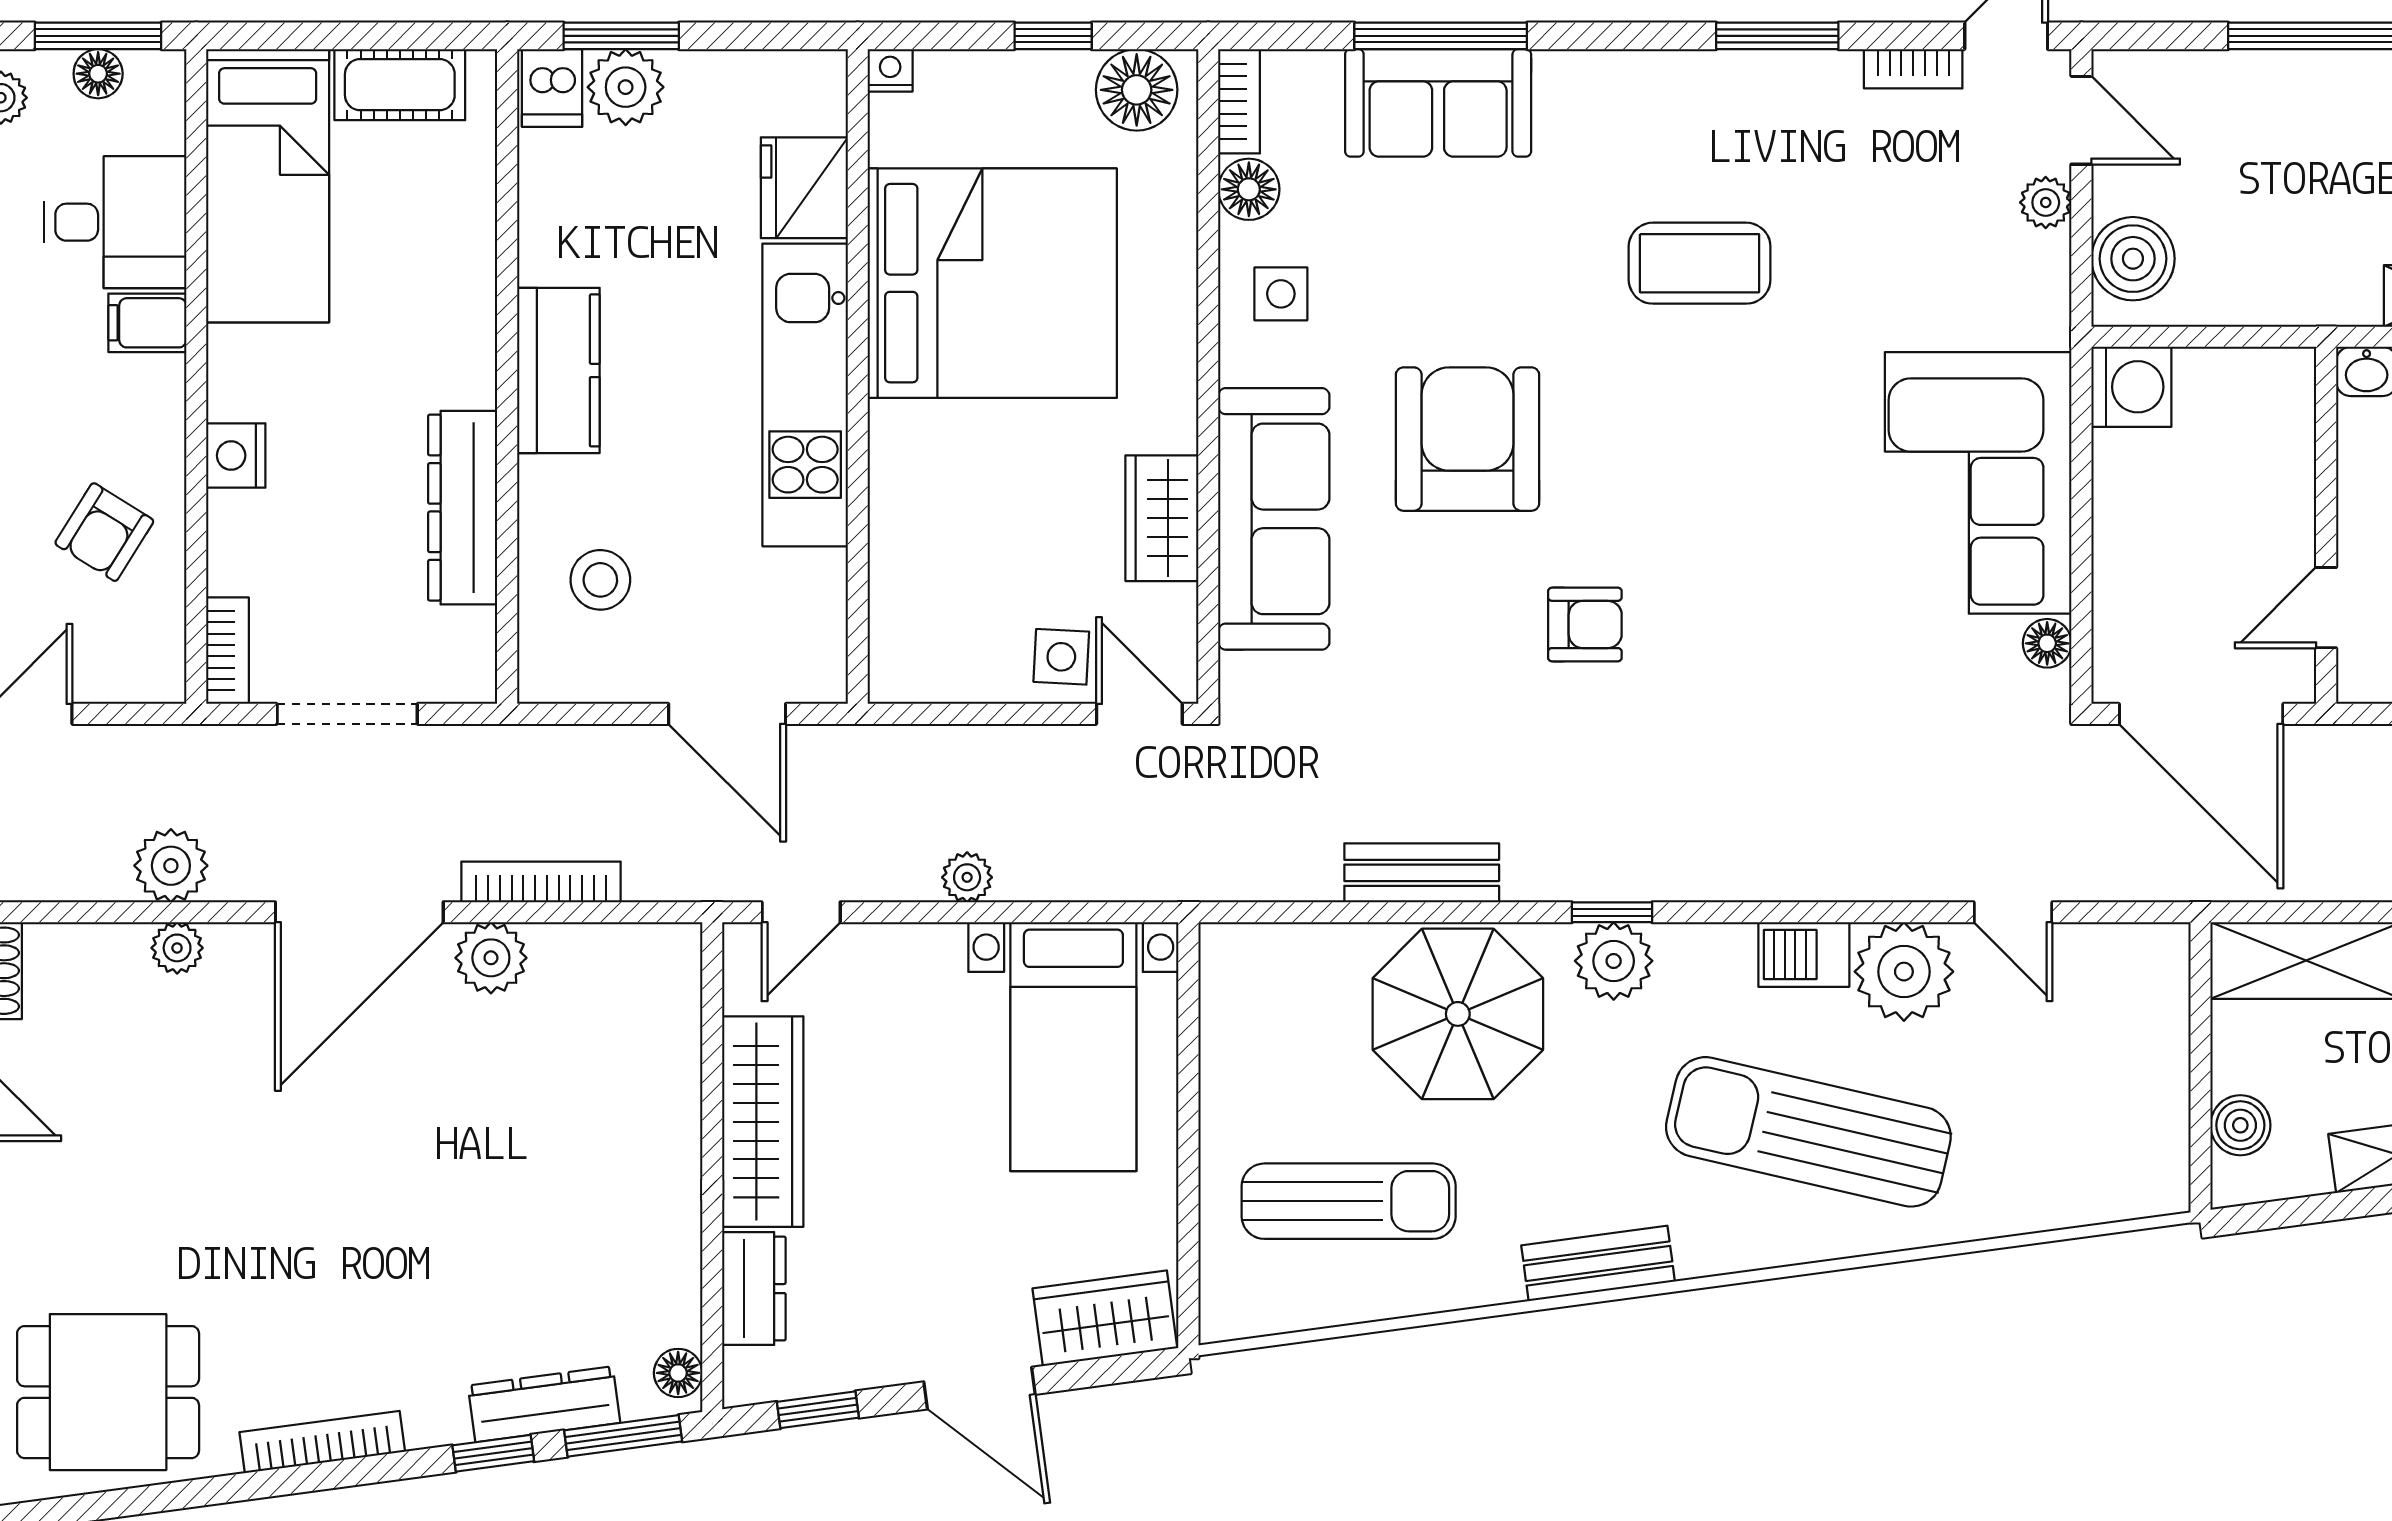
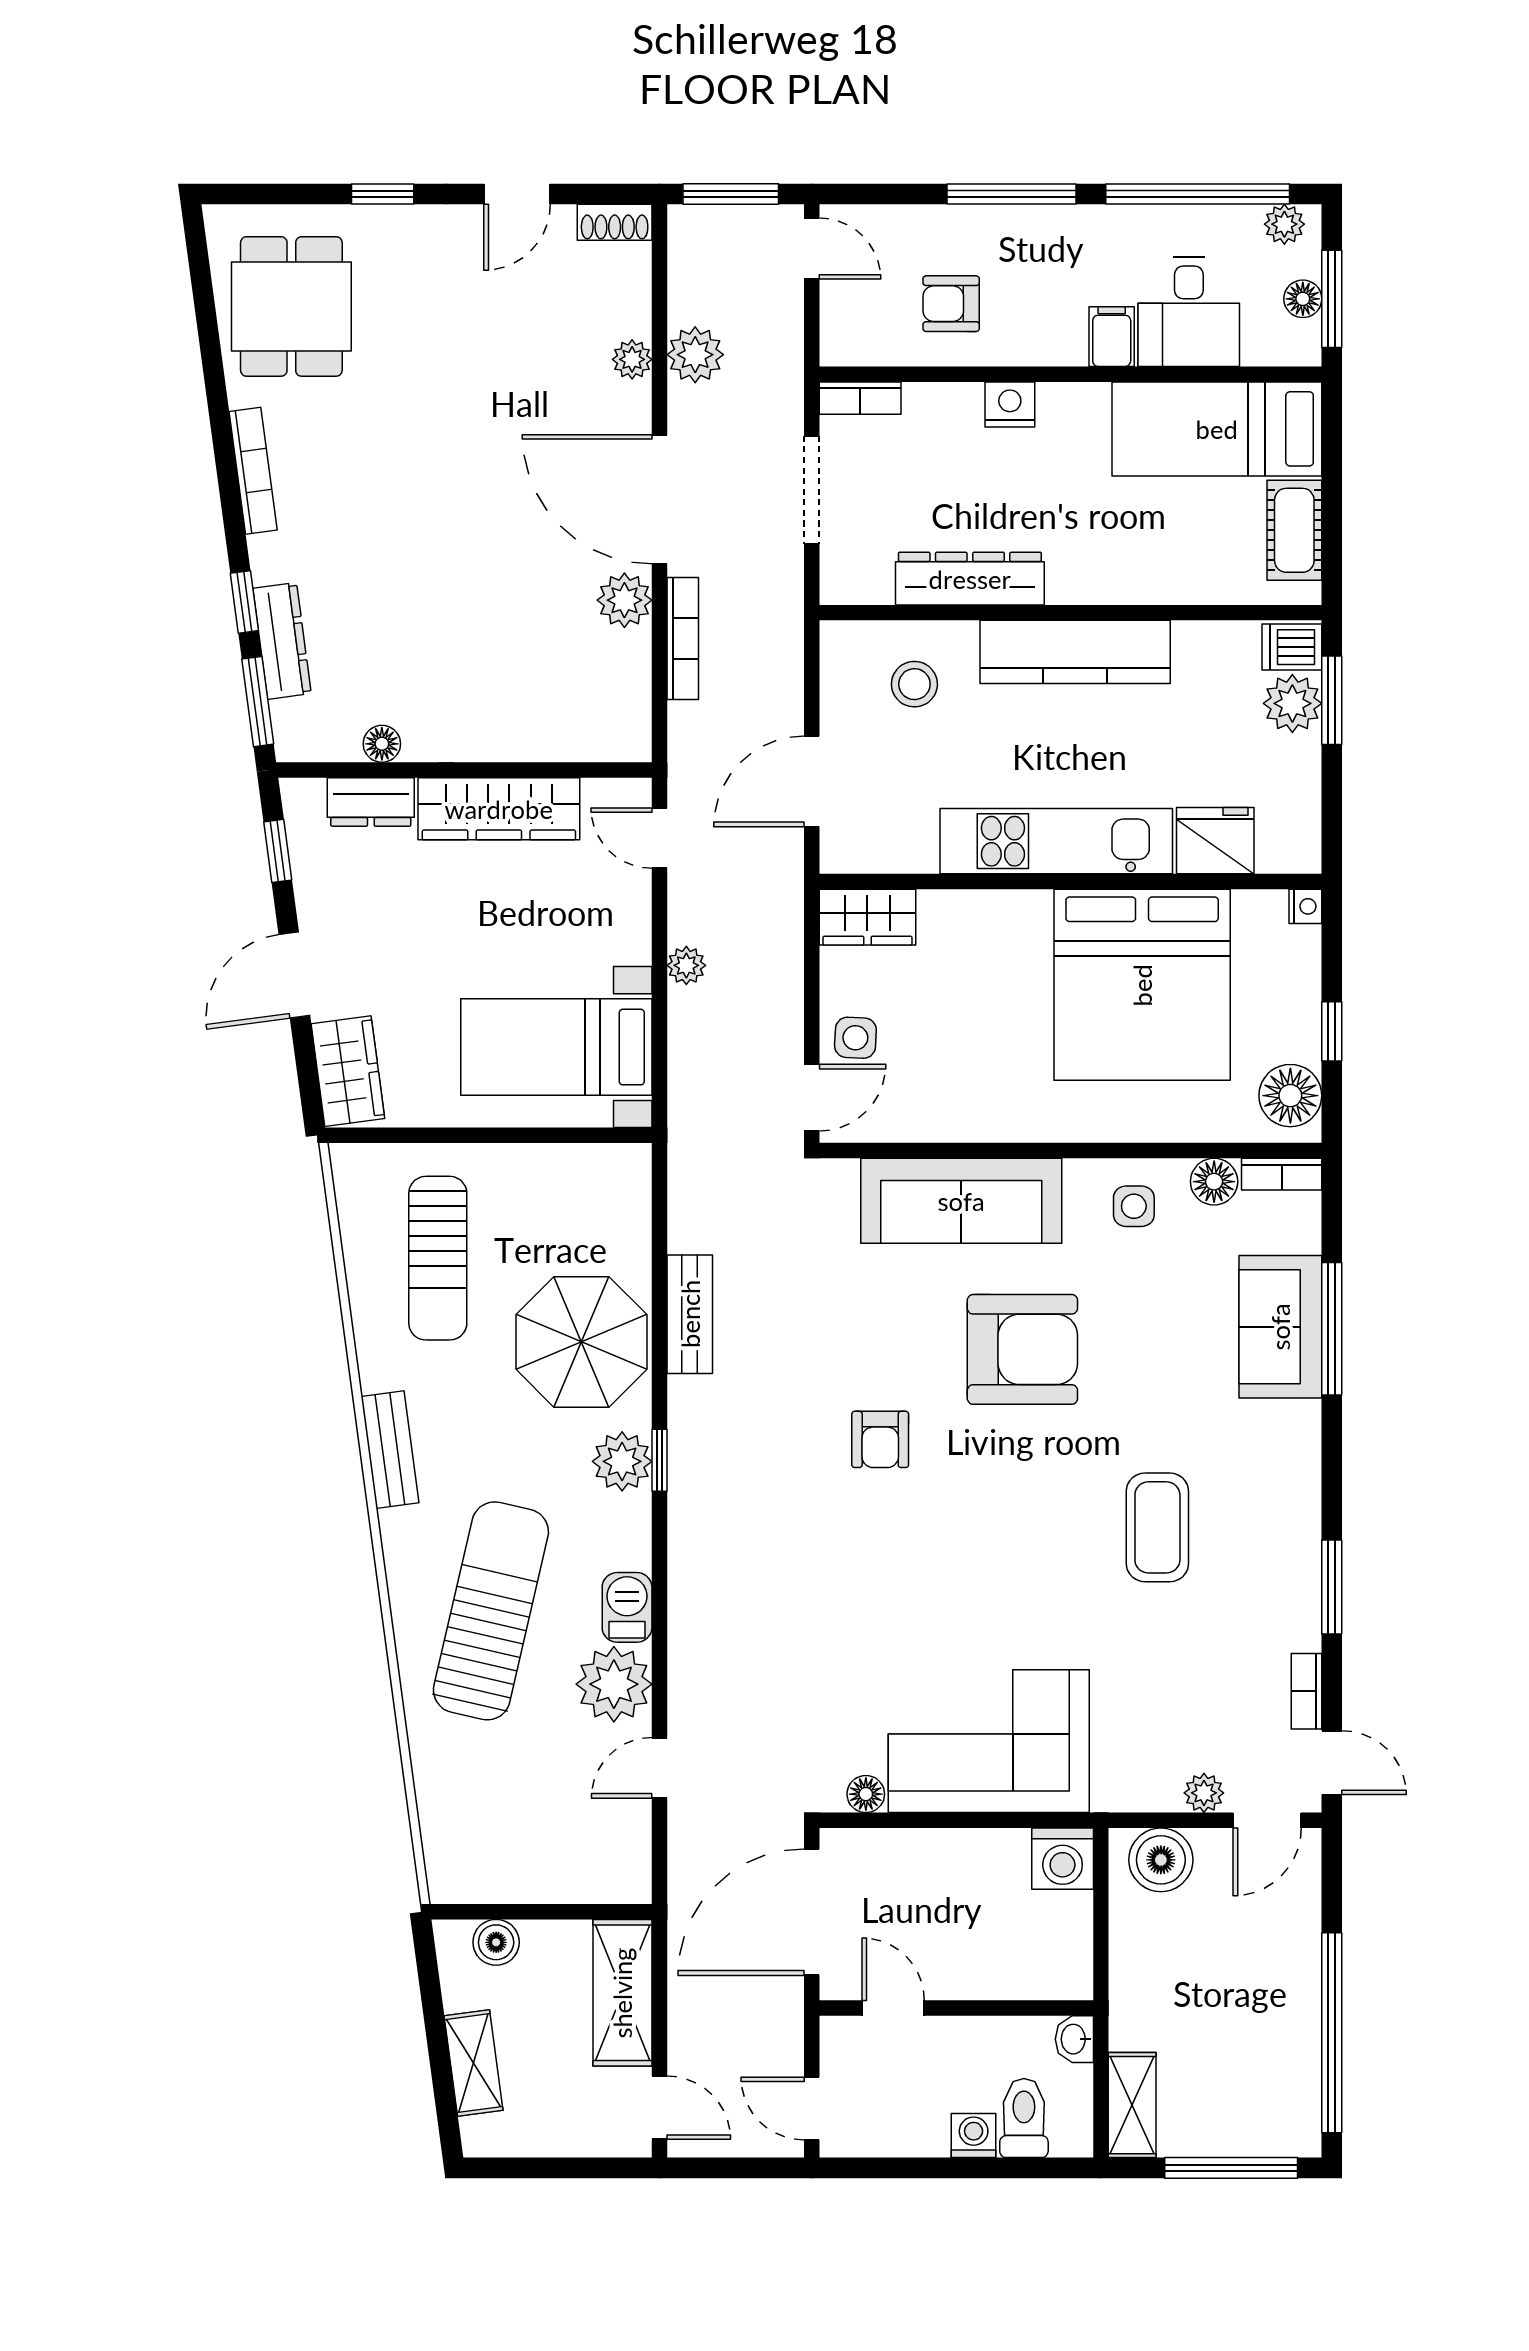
kitchen counter: (558, 370) -> (1075, 652), width x1.50
wardrobe: (1162, 518) -> (867, 917), moved, turned 180
armchair: (104, 532) -> (951, 304), turned -32
floor lamp: (678, 1373) -> (382, 744), moved

